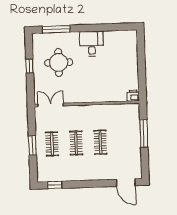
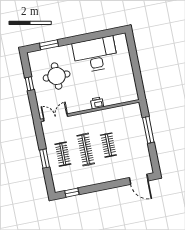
window: (56, 29) -> (49, 45), width x0.69
desk: (92, 44) -> (95, 55), width x1.87, depth x1.30
printer: (133, 96) -> (97, 103), moved
clothes rail: (76, 143) -> (86, 150), width x1.36

